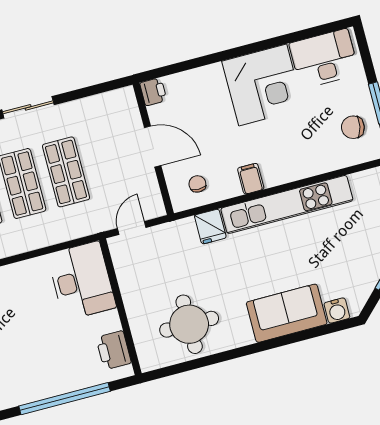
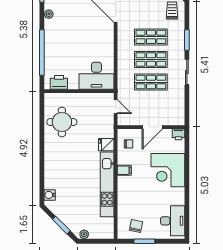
corner desk: (263, 85) -> (168, 170), moved
sofa: (287, 313) -> (55, 170), removed

